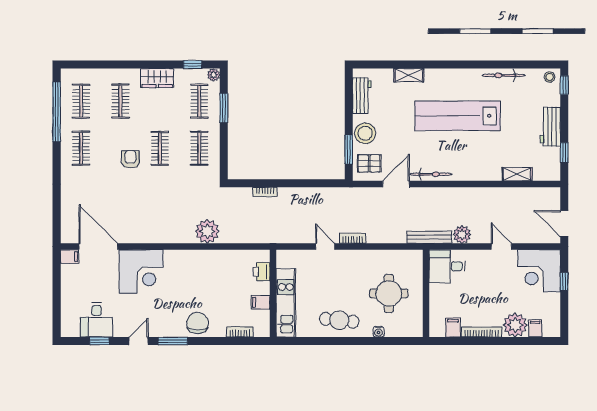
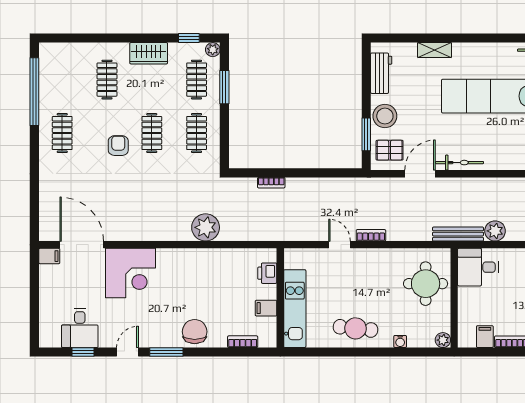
clothes rail: (81, 101) -> (62, 80), removed
round table: (389, 293) -> (426, 284), moved
plant: (416, 330) -> (443, 340), added

